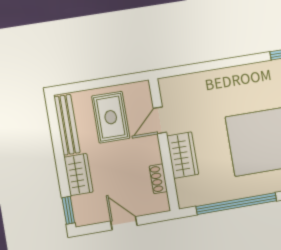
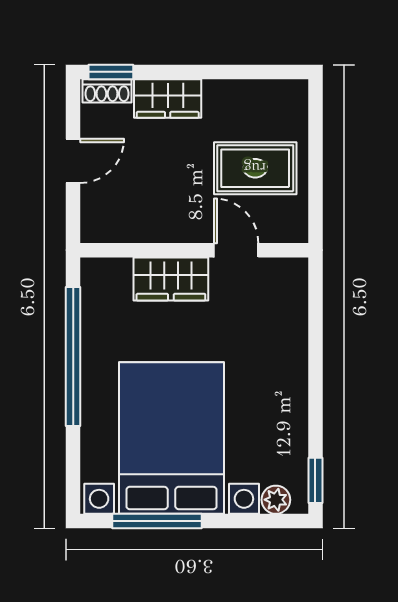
bench: (67, 125) -> (255, 93), removed
shoe rack: (158, 179) -> (107, 91), moved, turned 180

